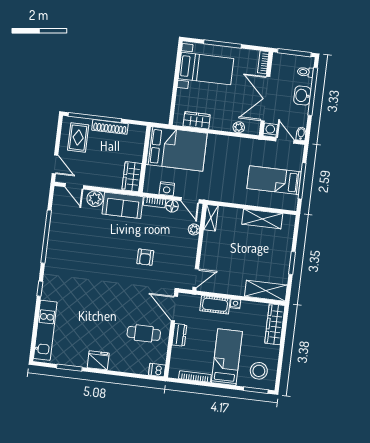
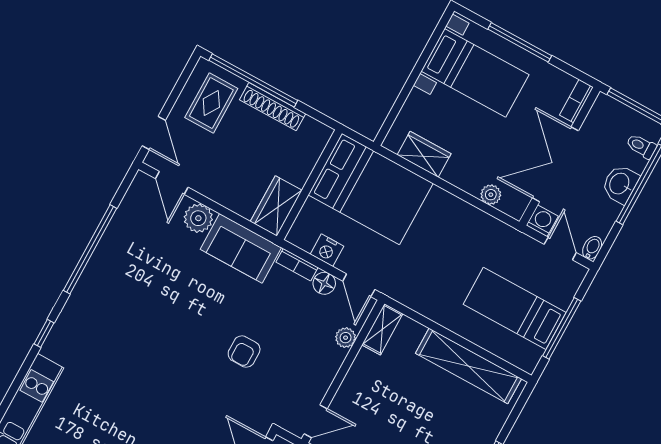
shelving: (262, 219) -> (468, 366), width x1.47

